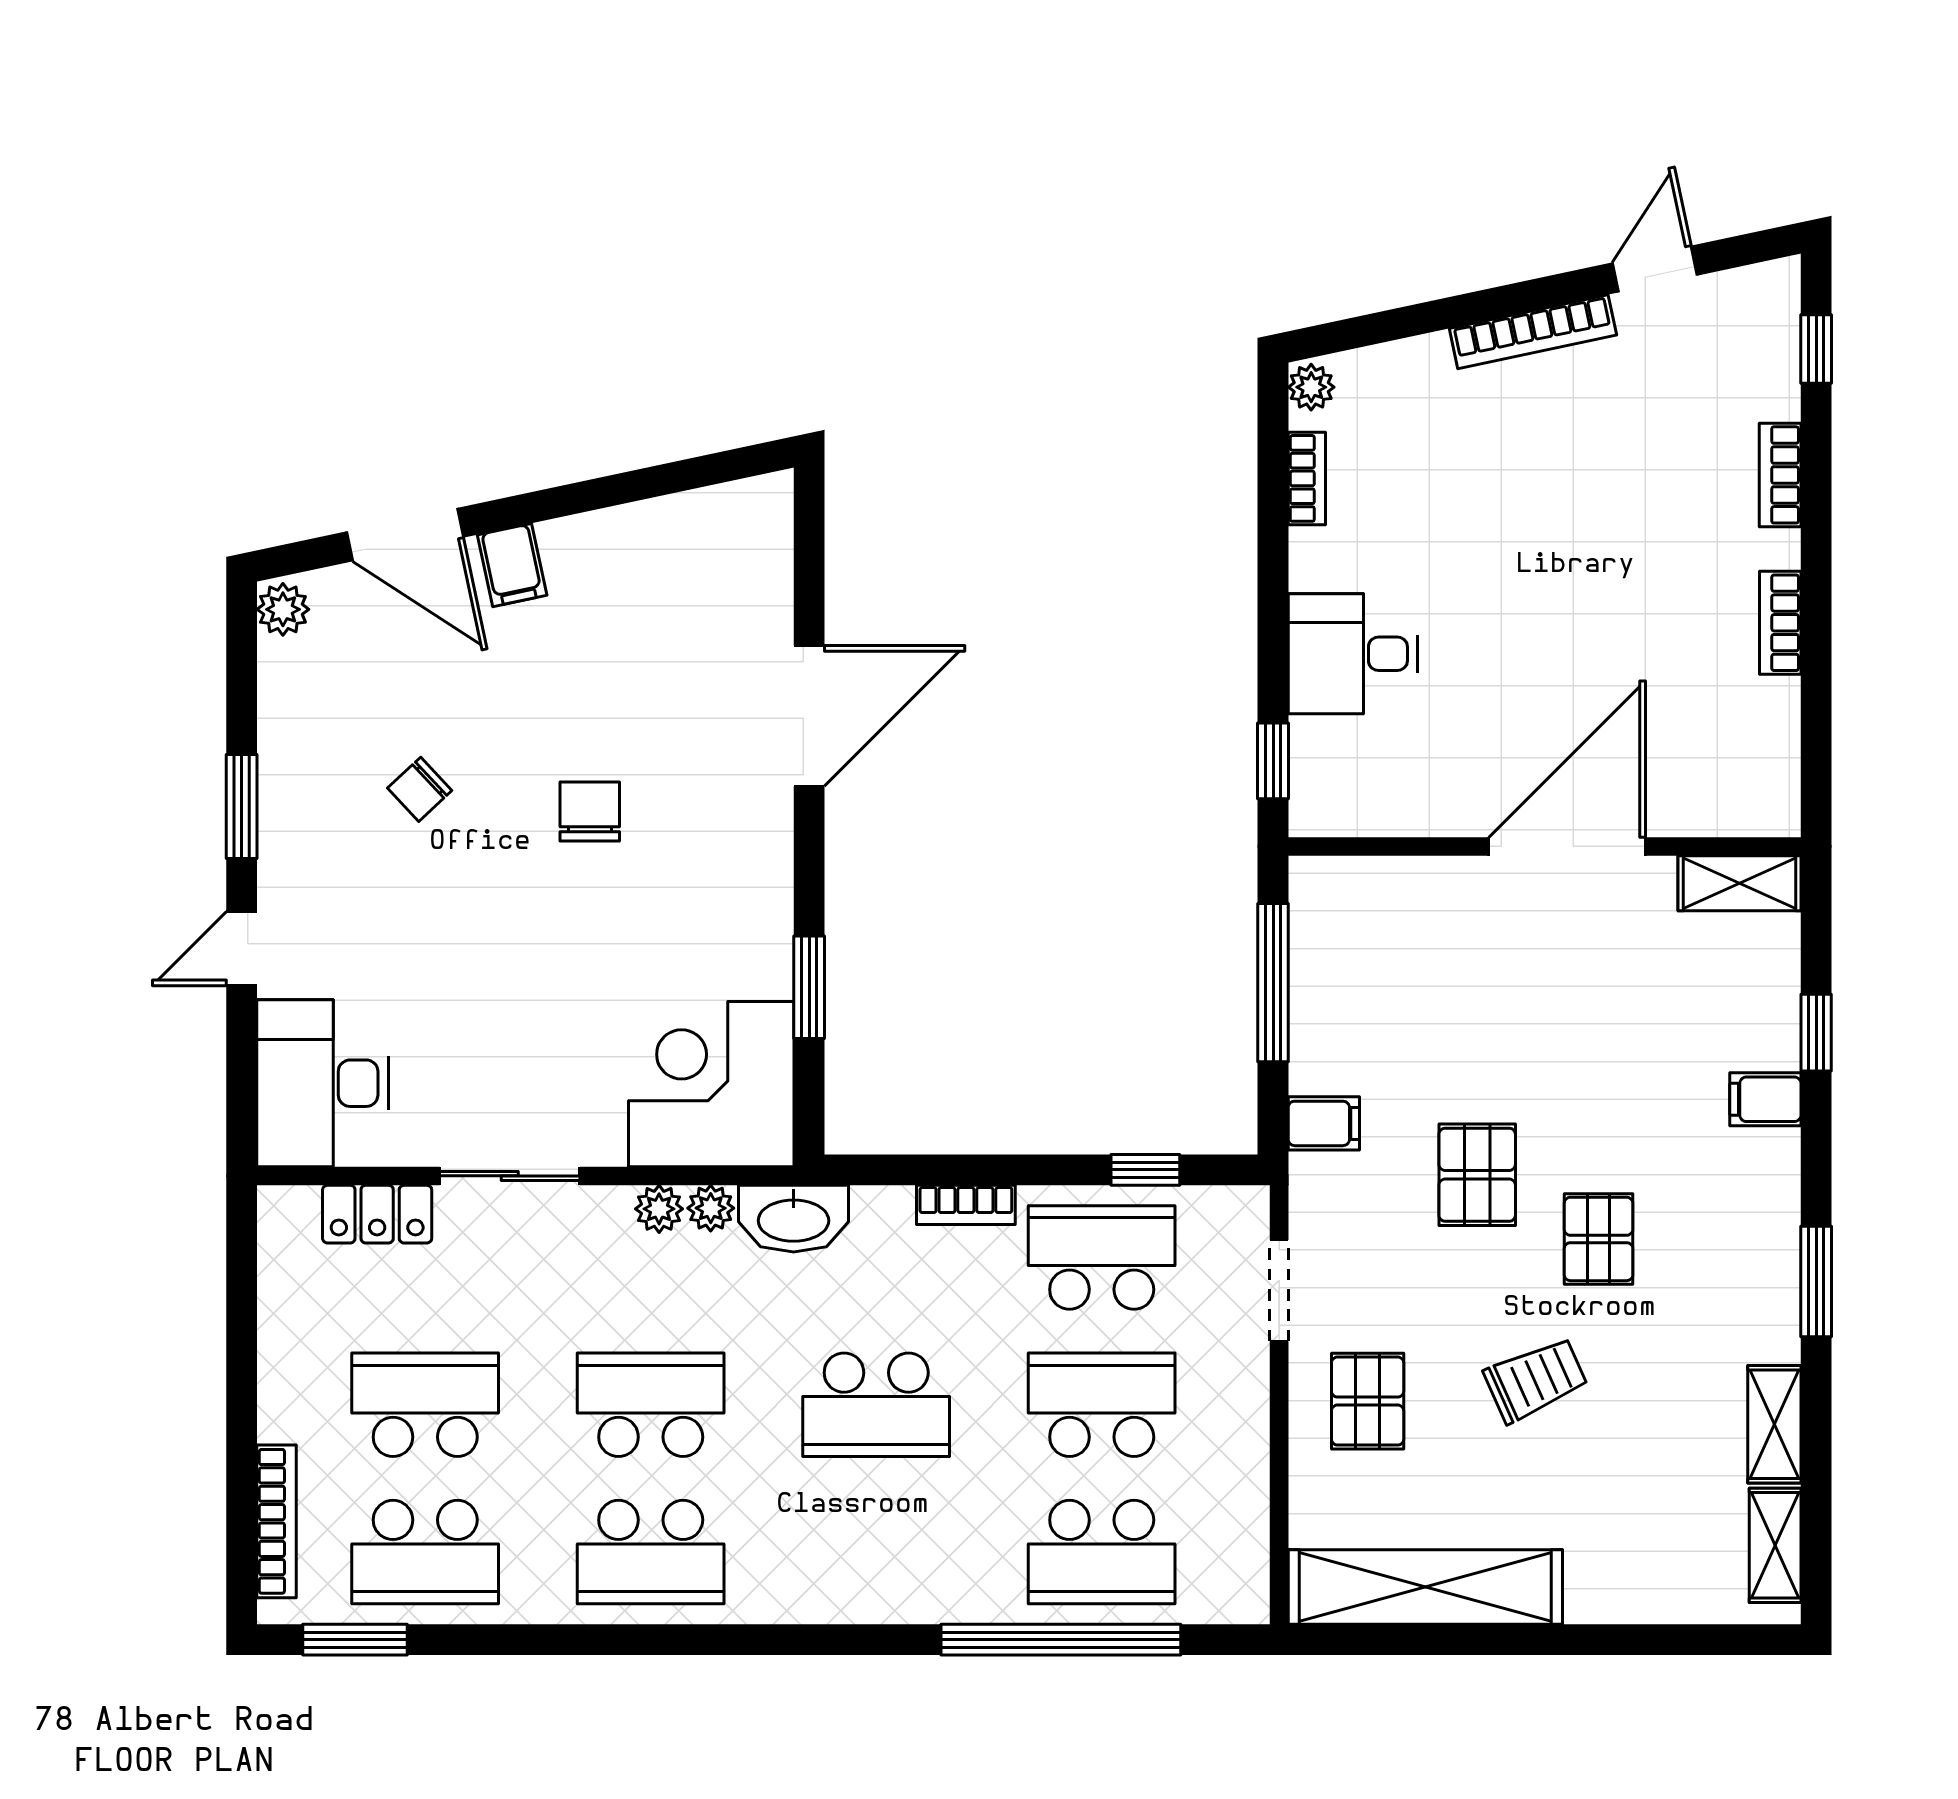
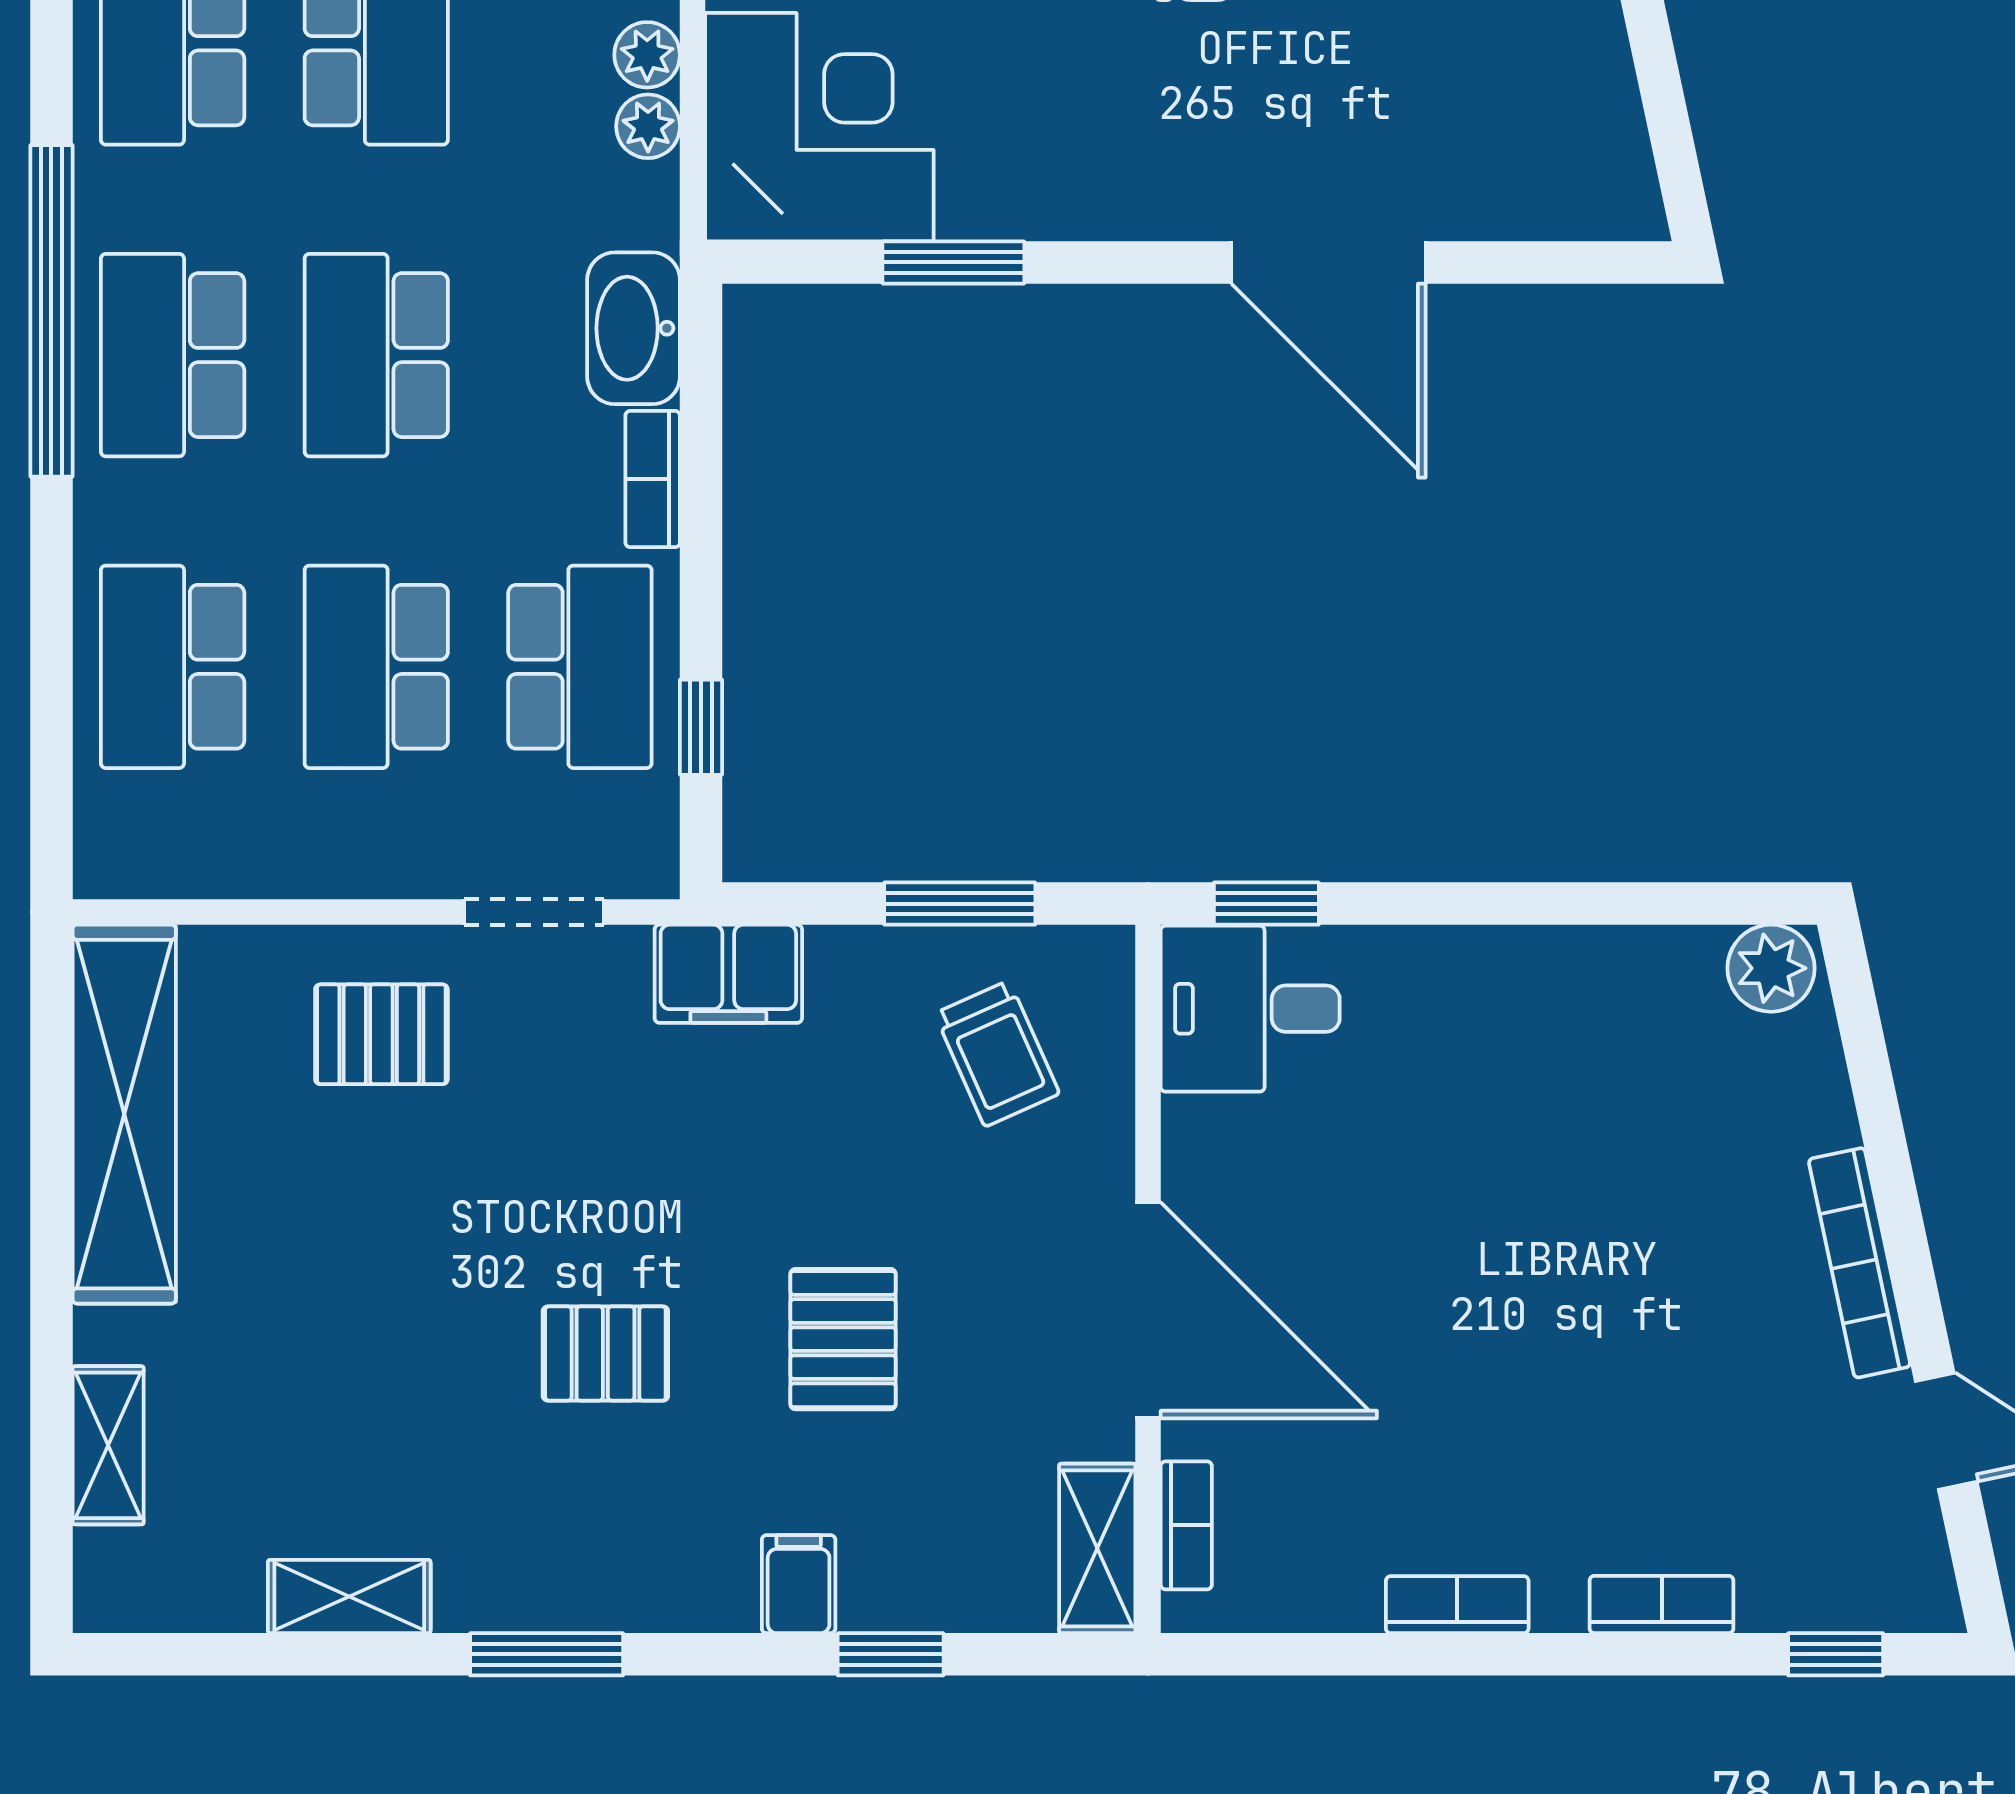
plant: (1311, 387) -> (1771, 968), width x1.38, depth x1.38
bookcase: (1307, 478) -> (1186, 1525), moved, turned -90
desk: (1353, 654) -> (1250, 1009), moved, turned -90
window: (1273, 983) -> (960, 904), width x0.69
filing cabinet: (1324, 1123) -> (728, 974), width x2.00
pallet: (1477, 1175) -> (843, 1339), moved, turned 90
washbasin: (794, 1219) -> (634, 328), moved
trolley: (1536, 1380) -> (997, 1054), moved
school desk: (1102, 1405) -> (376, 667), turned 180
shelving: (1775, 1545) -> (108, 1445), moved, turned 90
school desk: (876, 1552) -> (173, 355), added
window: (1061, 1640) -> (51, 311), moved

